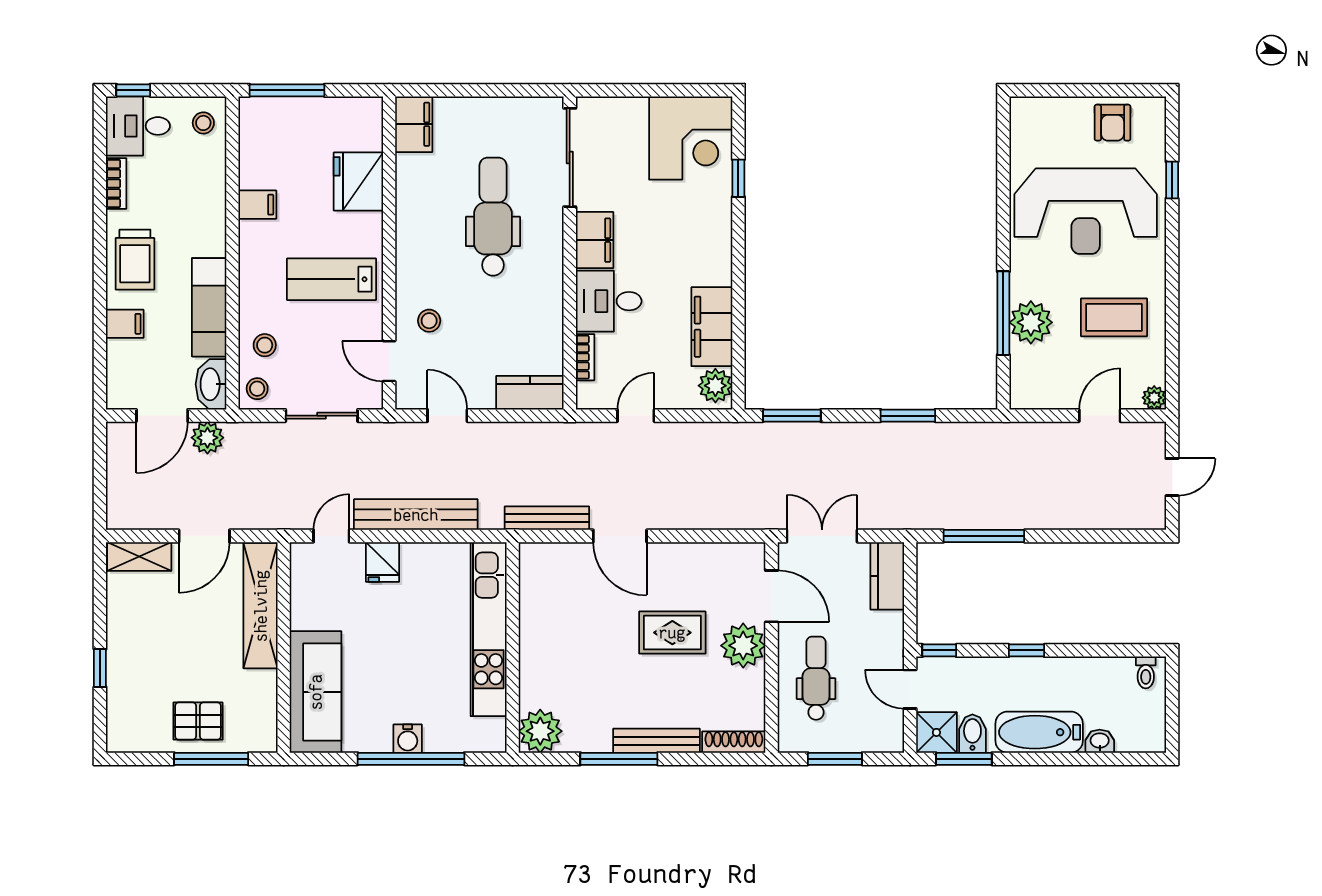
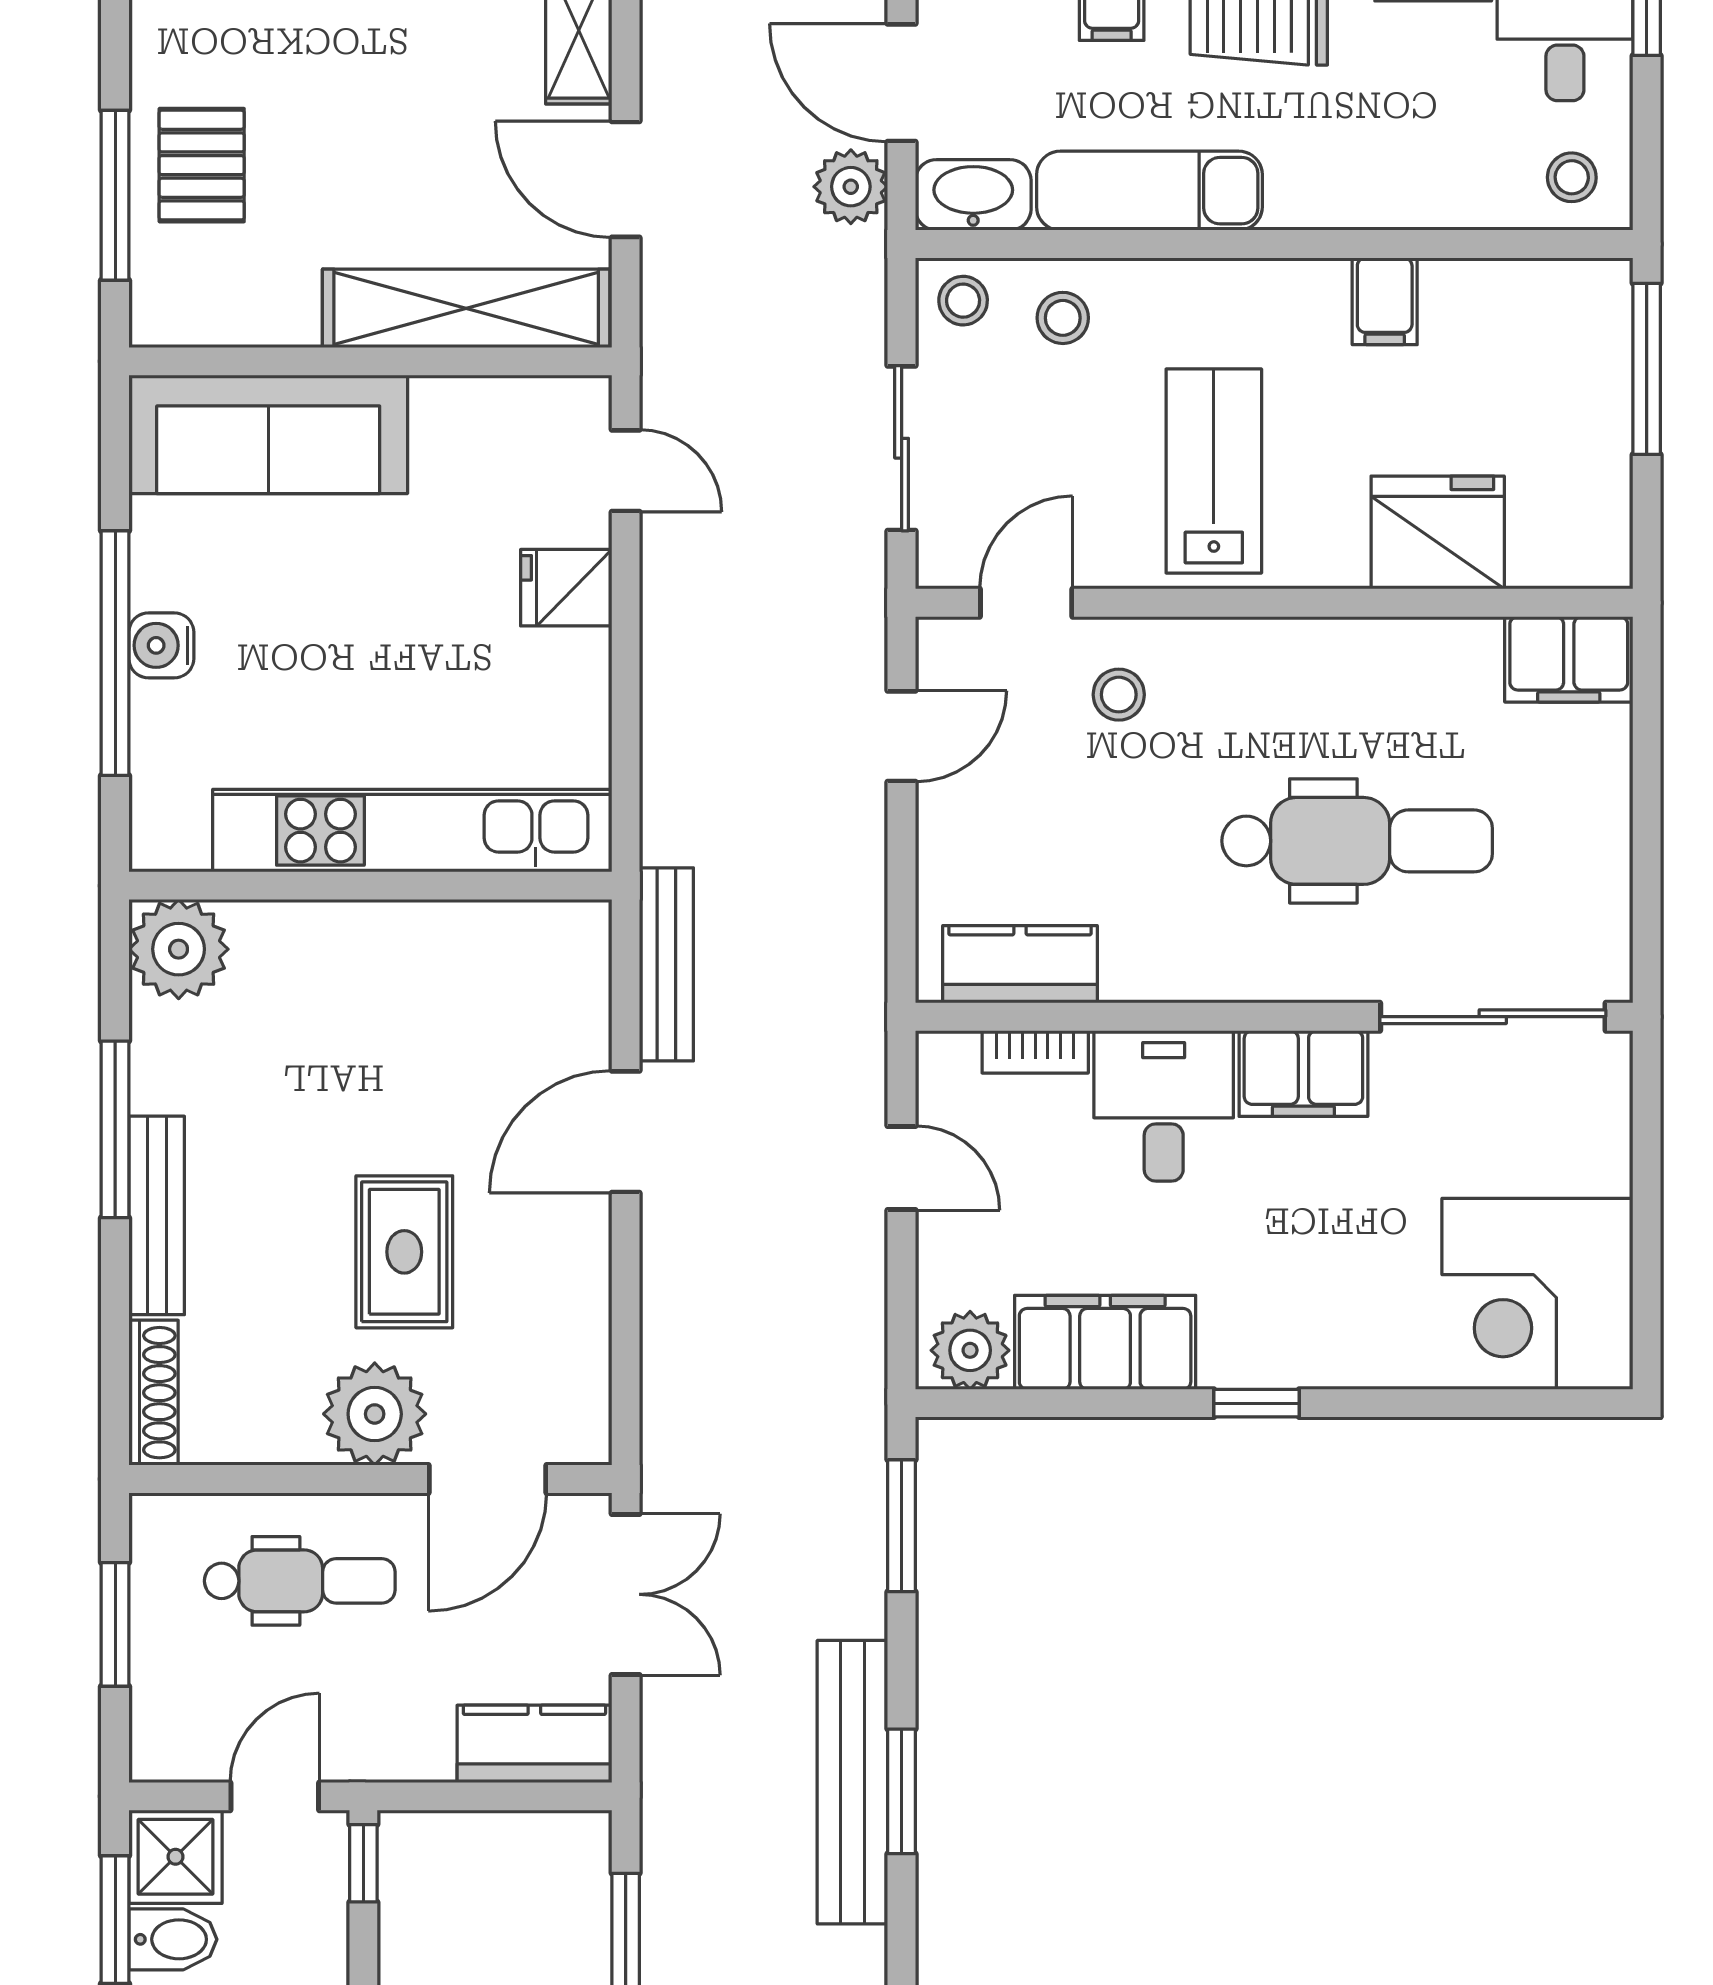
window: (738, 178) -> (1257, 1403), moved
kitchen counter: (530, 393) -> (1020, 964), moved, turned -90
bench: (416, 515) -> (852, 1782), moved

